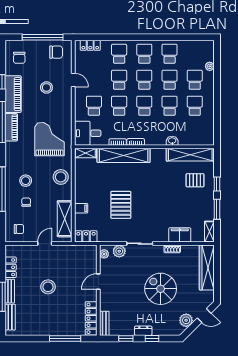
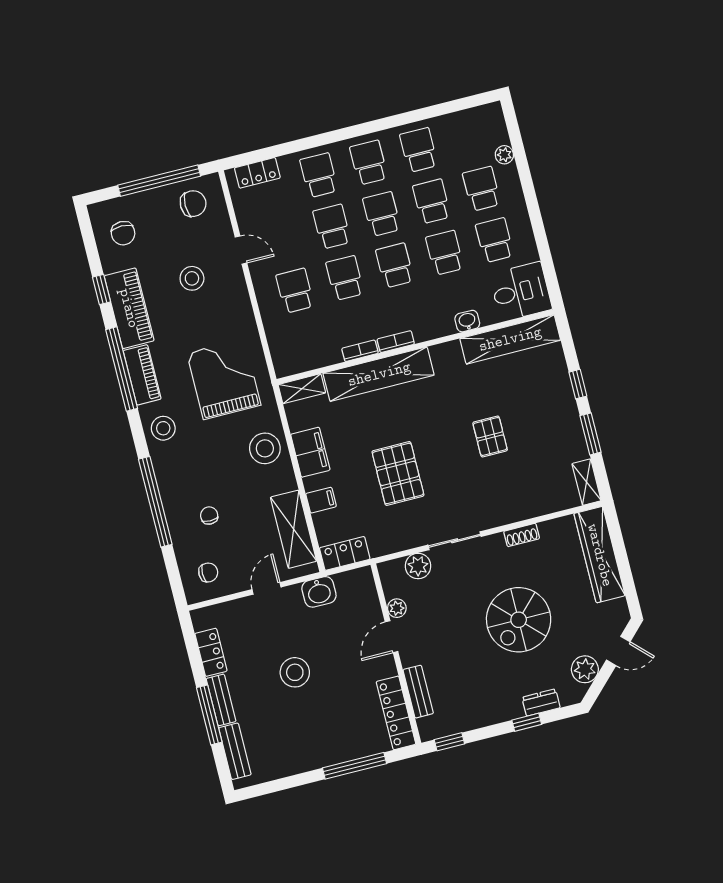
desk: (88, 133) -> (521, 292), moved, turned 180
pallet: (195, 180) -> (490, 436), moved, turned 90
stool: (26, 181) -> (163, 428), moved
filing cabinet: (180, 235) -> (310, 452), moved, turned 90
washbasin: (69, 252) -> (319, 592), added
plant: (104, 254) -> (397, 608), moved
spiral stairs: (161, 289) -> (519, 620), turned -90
bench: (104, 323) -> (418, 692), moved
dresser: (143, 331) -> (541, 702), moved
window: (126, 338) -> (449, 742), moved

